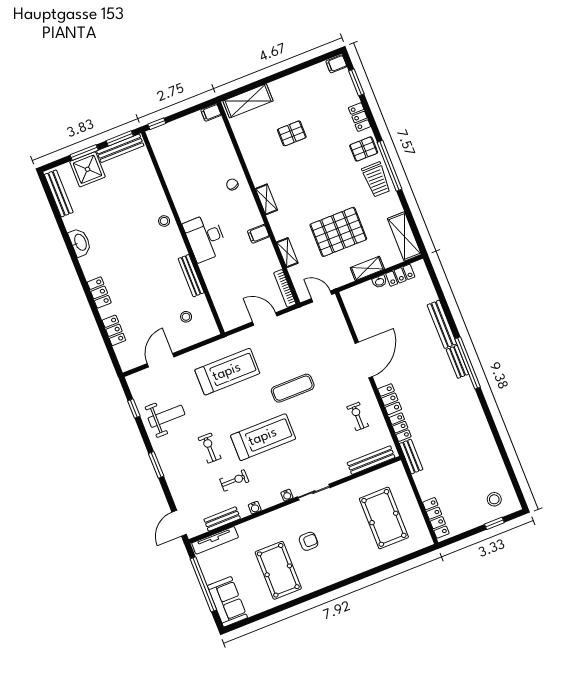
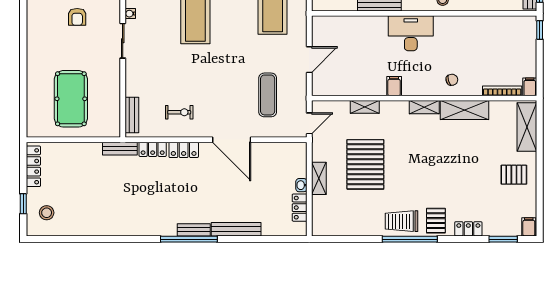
pallet: (292, 133) -> (514, 175), moved, turned 90
shelving: (404, 236) -> (464, 110), moved
bookcase: (285, 288) -> (502, 91), moved
exercise mat: (293, 388) -> (268, 95), moved
bench: (371, 460) -> (132, 115), width x0.73
pool table: (384, 518) -> (71, 99), turned 90
locker: (436, 518) -> (33, 166), moved, turned -90

